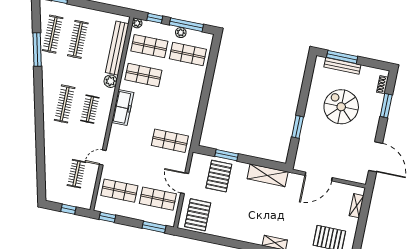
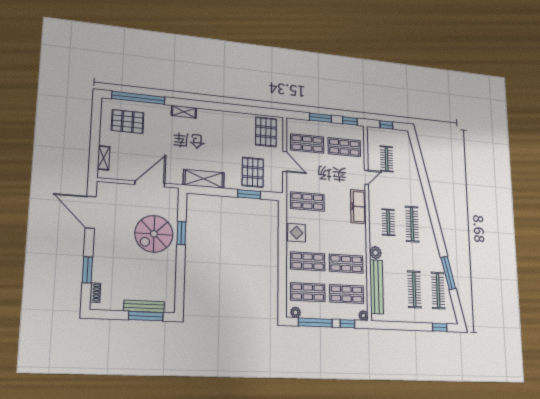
plant: (181, 33) -> (296, 312), moved
shop shelf: (182, 83) -> (308, 261), added
spiral stairs: (341, 107) -> (154, 234), moved, turned 90
freezer: (123, 108) -> (358, 207), moved
display table: (187, 112) -> (297, 233), added
window: (154, 227) -> (320, 118), moved

